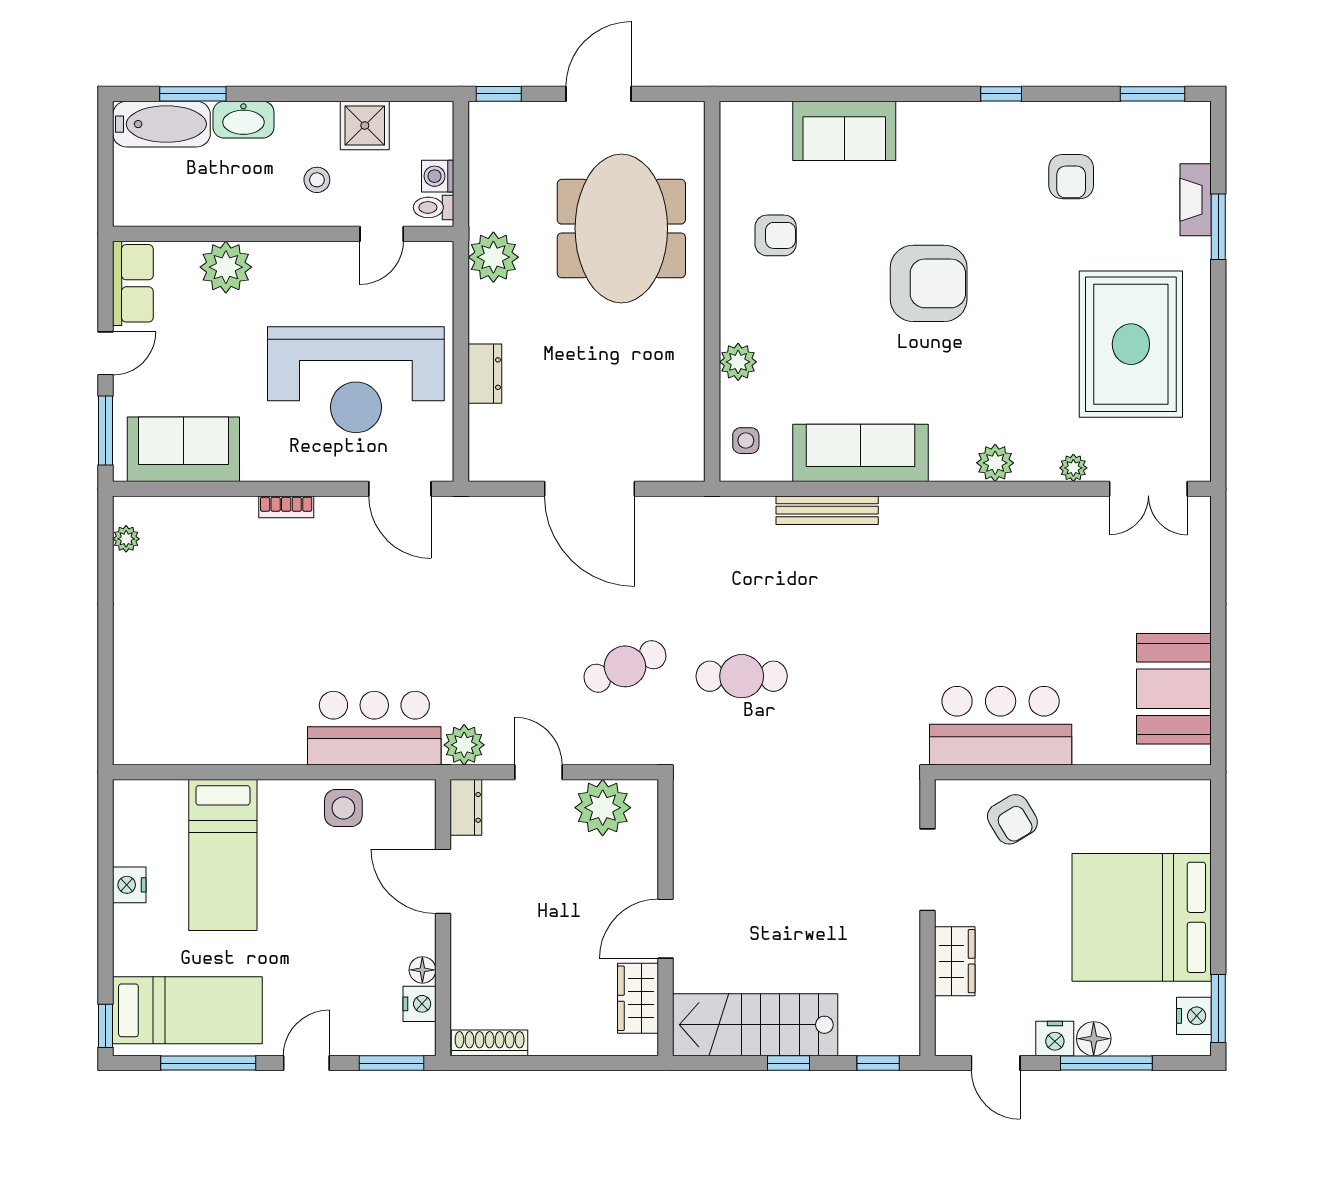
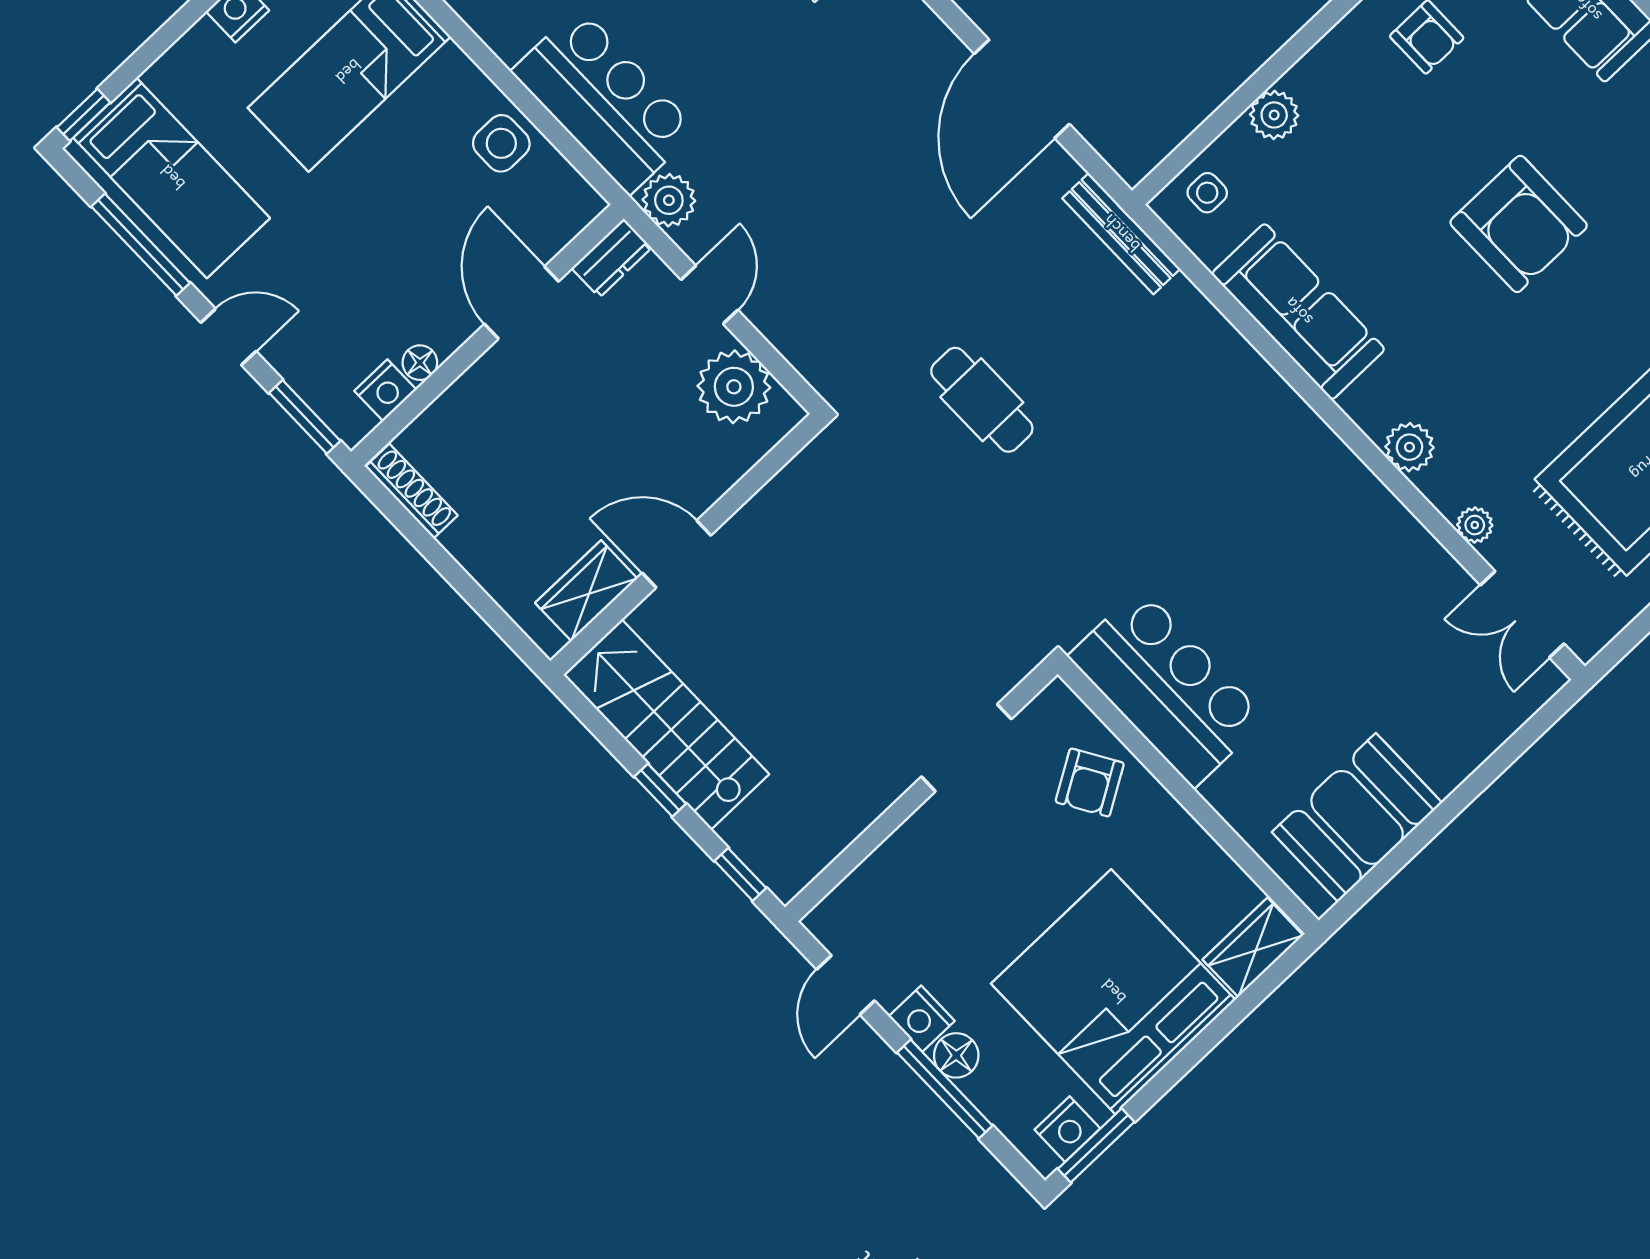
bench: (827, 510) -> (1121, 234), moved
cafe table: (625, 666) -> (887, 281), removed
wardrobe: (955, 961) -> (1253, 947), moved, turned 180

